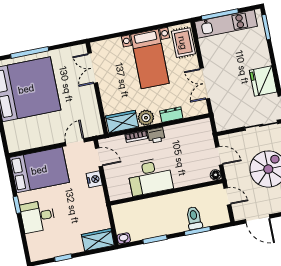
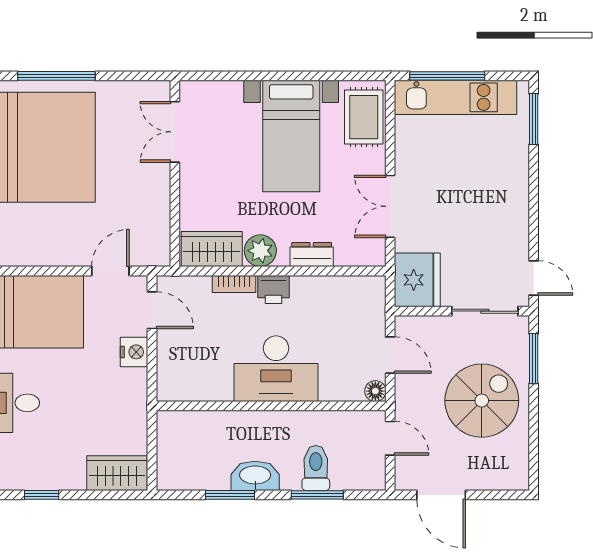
fridge: (263, 81) -> (417, 280), moved, turned 180
desk: (150, 177) -> (276, 369), moved
washbasin: (124, 238) -> (255, 476), moved, width x1.91, depth x1.45

